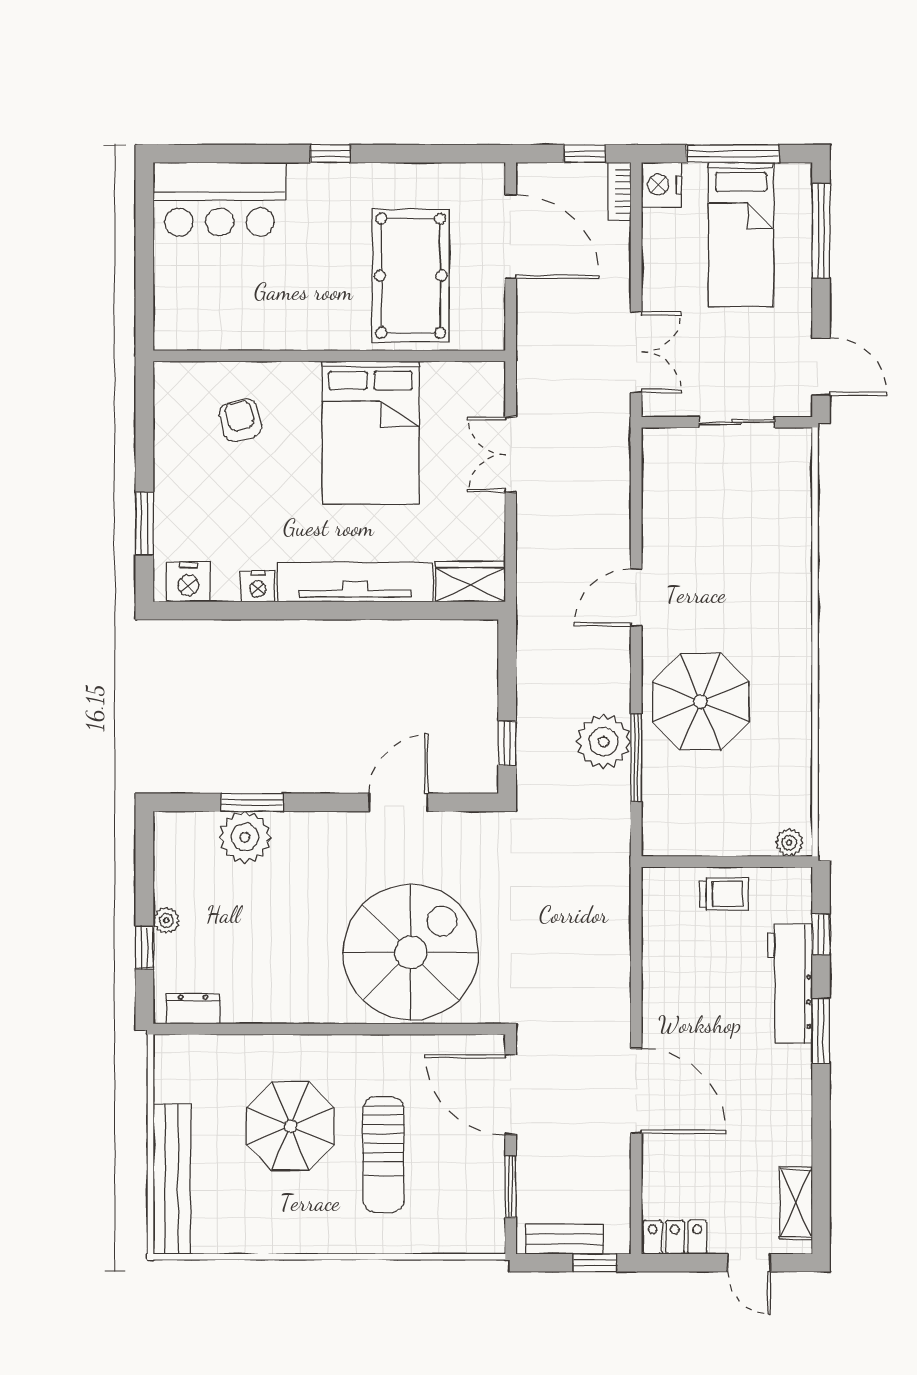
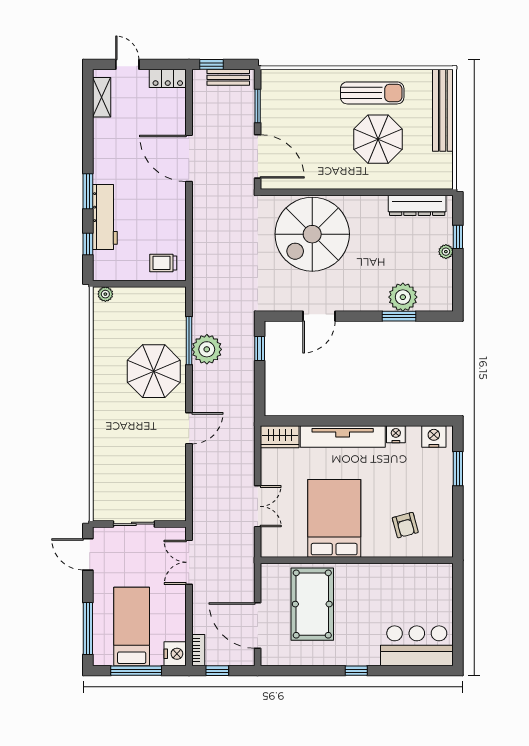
trolley: (724, 894) -> (163, 263), moved
dresser: (193, 1009) -> (417, 205), width x1.96, depth x1.24
sun lounger: (384, 1155) -> (372, 93), moved, turned 90

